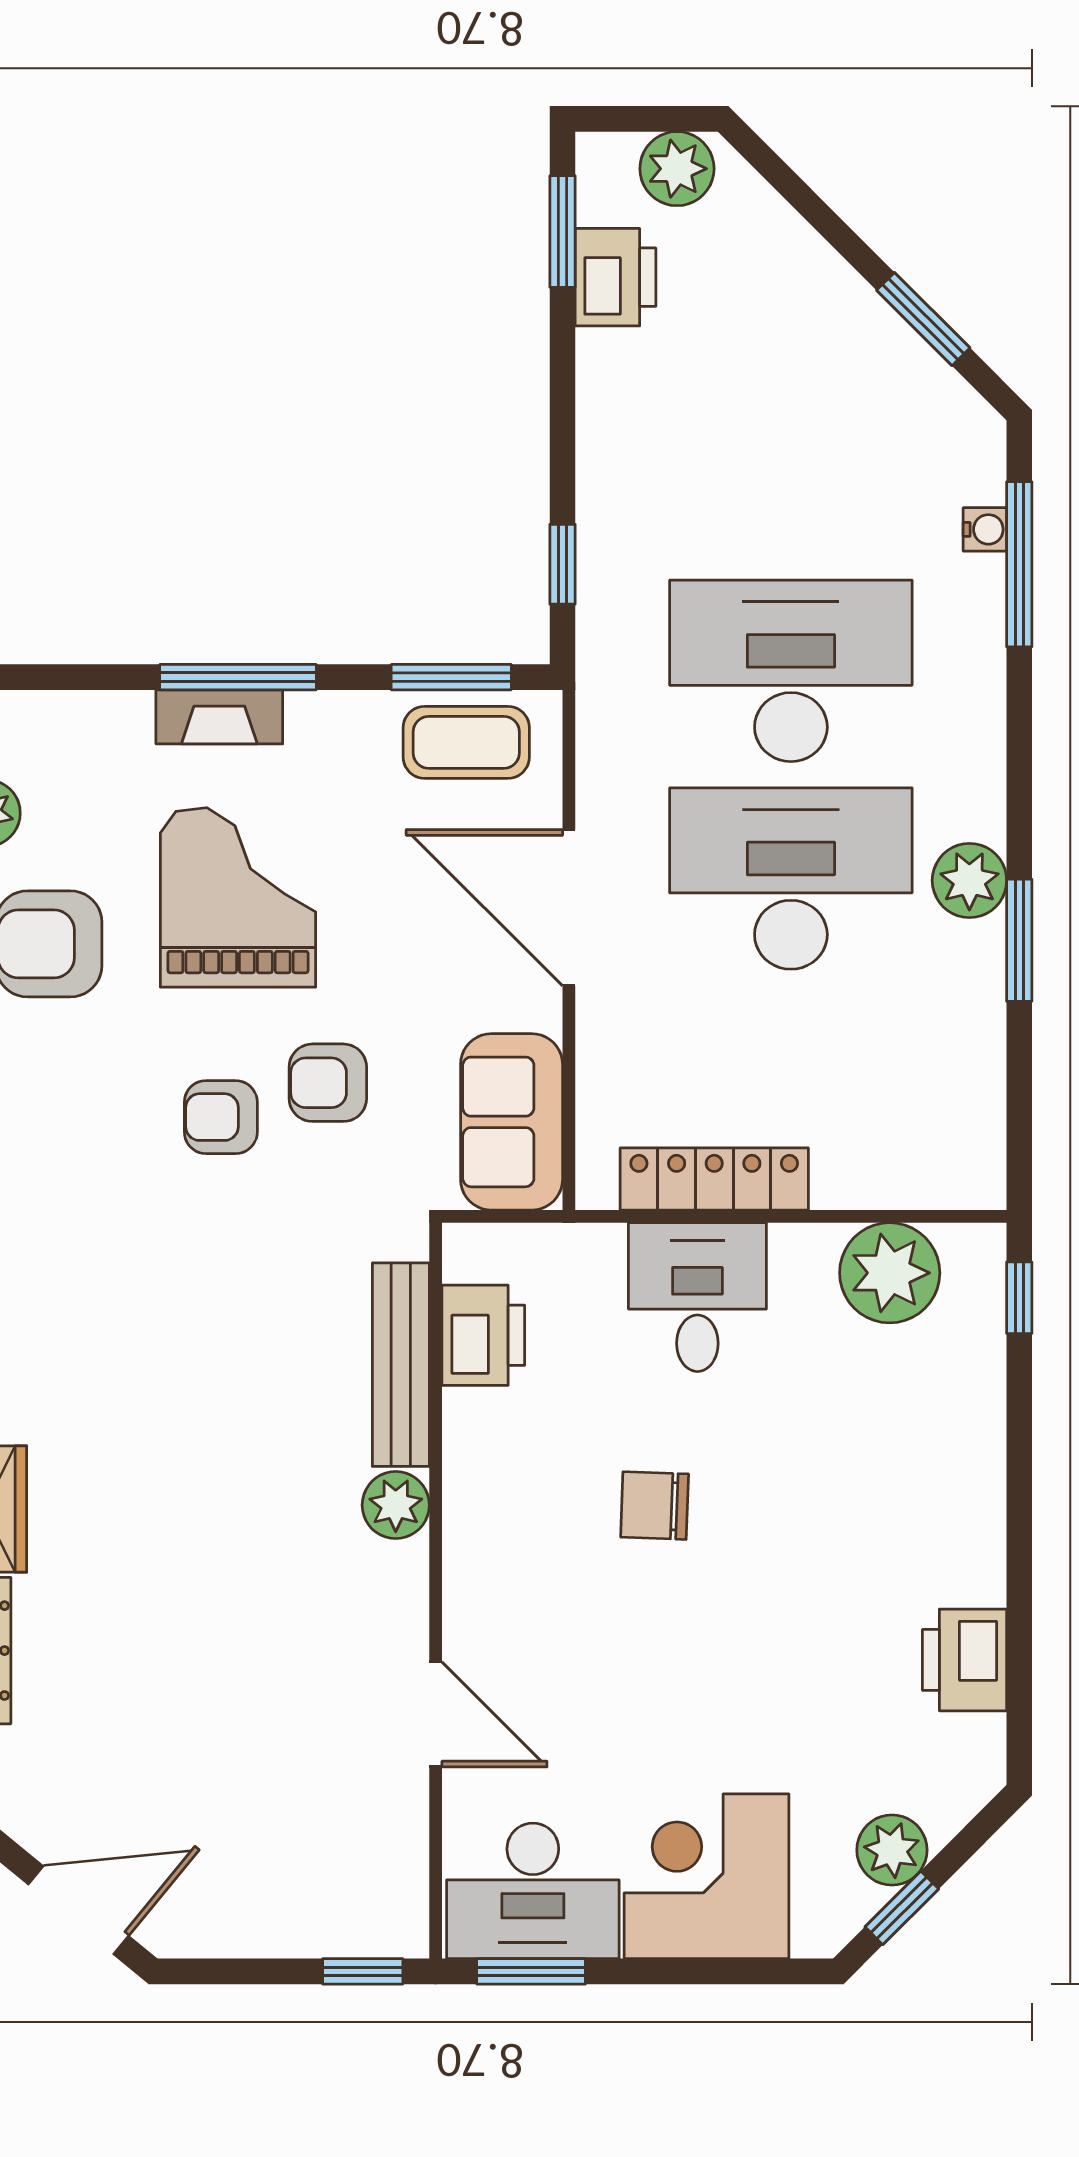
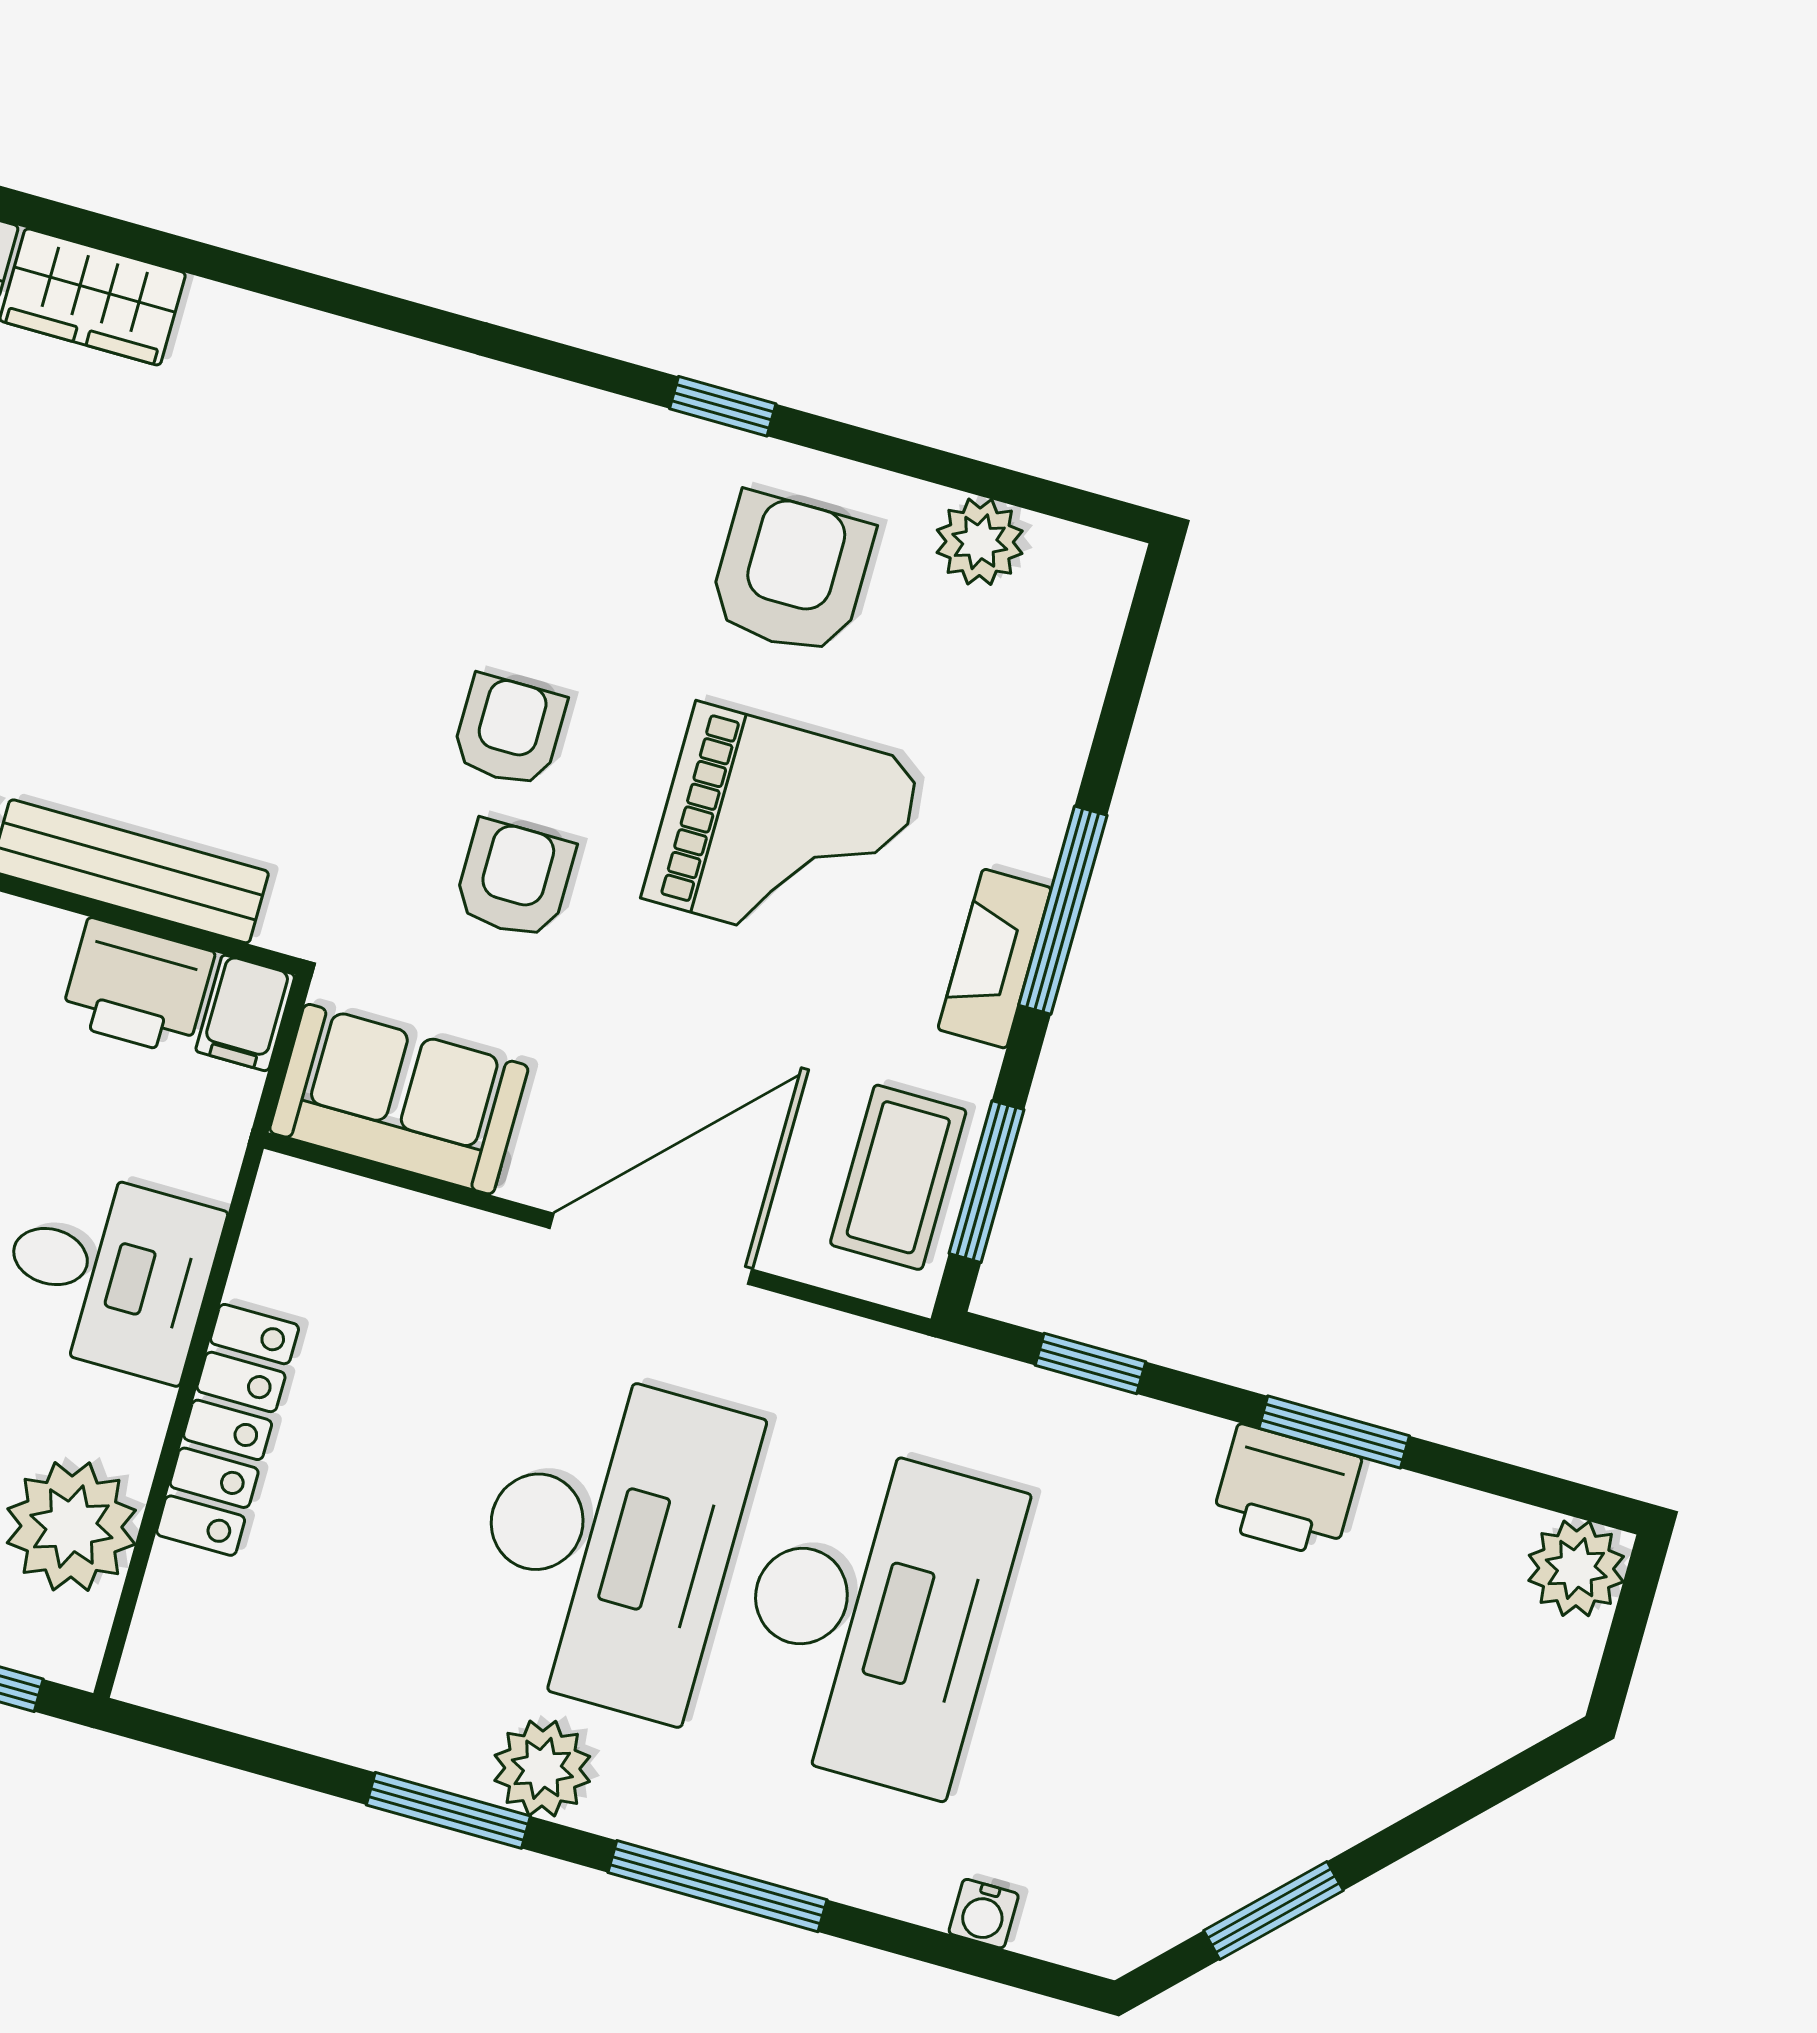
plant: (677, 169) -> (1576, 1568), moved
window: (563, 231) -> (1334, 1432), moved
printer: (616, 277) -> (1286, 1491), moved
window: (1019, 564) -> (717, 1886), moved
fireplace: (219, 717) -> (995, 959), moved
locker: (714, 1179) -> (228, 1430), moved
filing cabinet: (480, 1251) -> (245, 1013), added

